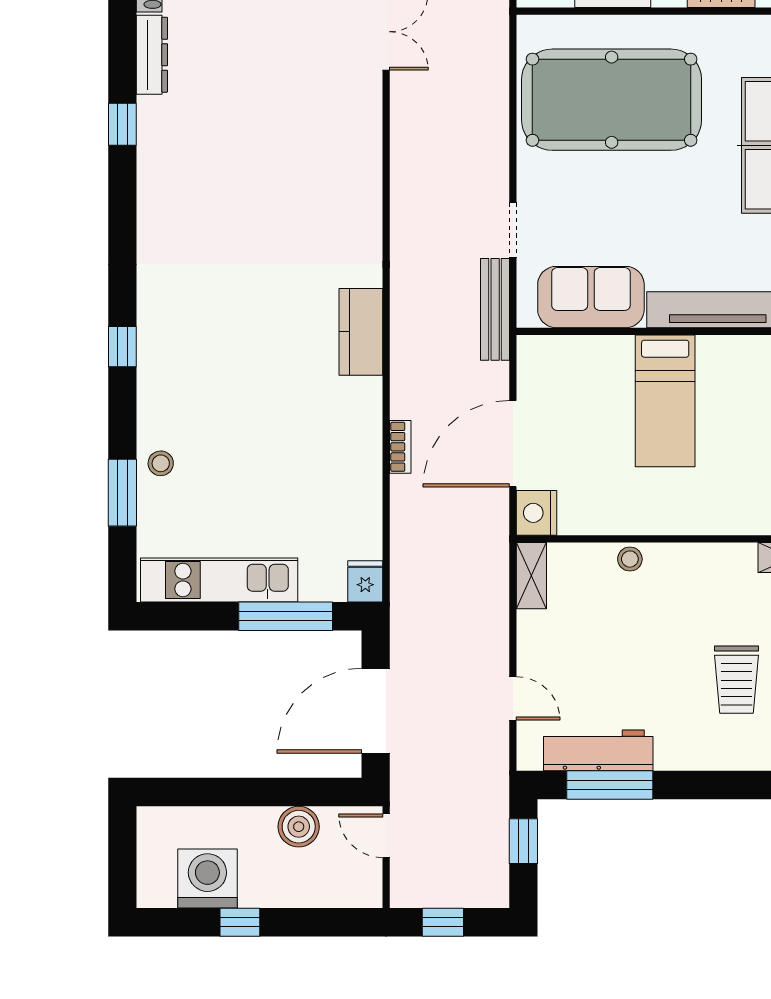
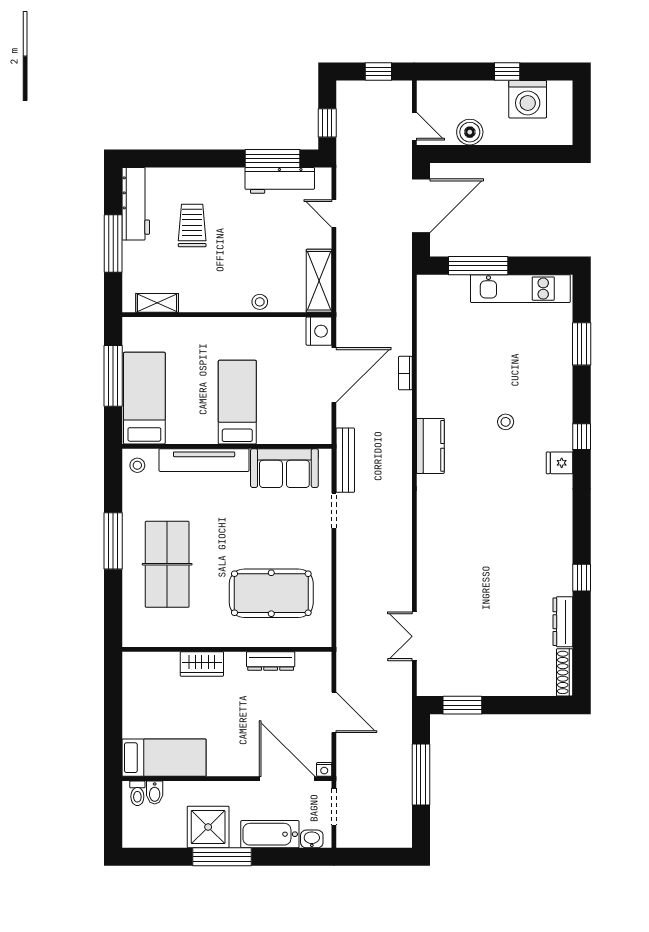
pool table: (612, 100) -> (271, 593), width x0.73, depth x0.76
stool: (161, 463) -> (506, 422), moved
shelving: (531, 576) -> (319, 281), width x1.50, depth x1.33
fridge: (365, 581) -> (560, 463), moved, turned 90

